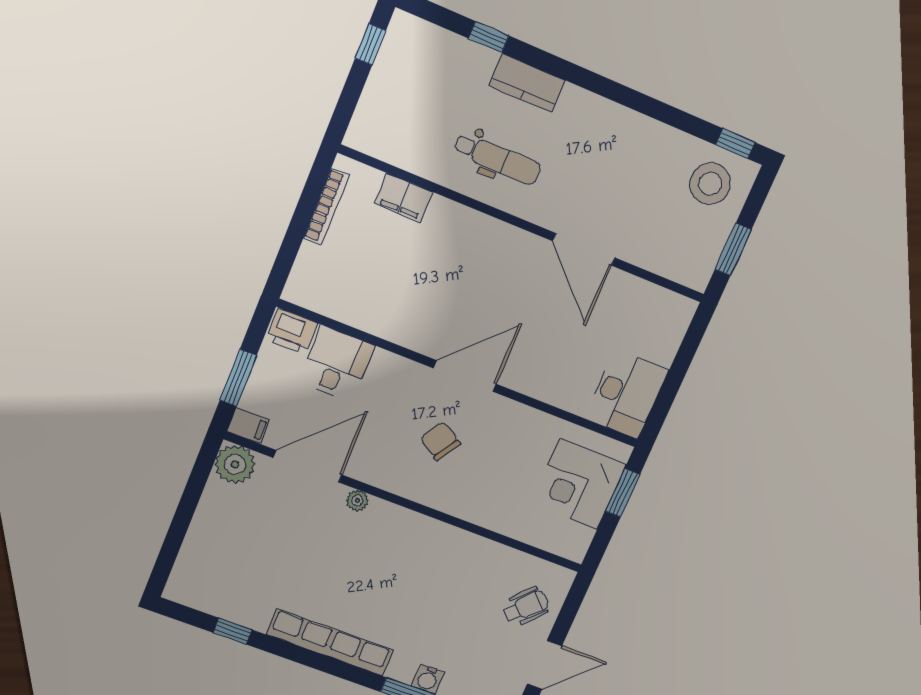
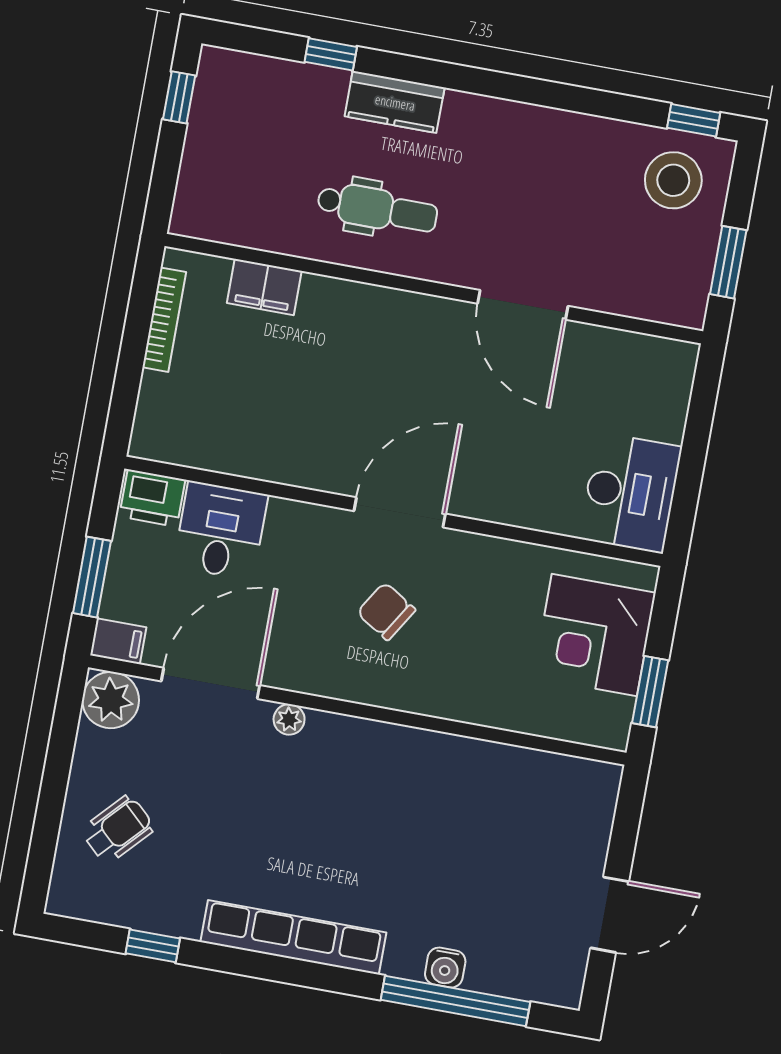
window: (623, 493) -> (650, 692), moved
wheelchair: (526, 607) -> (118, 829), moved

